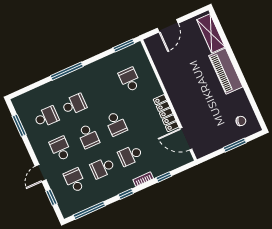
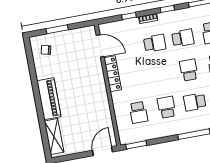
door: (168, 26) -> (102, 151), moved
school desk: (116, 124) -> (167, 107), moved

